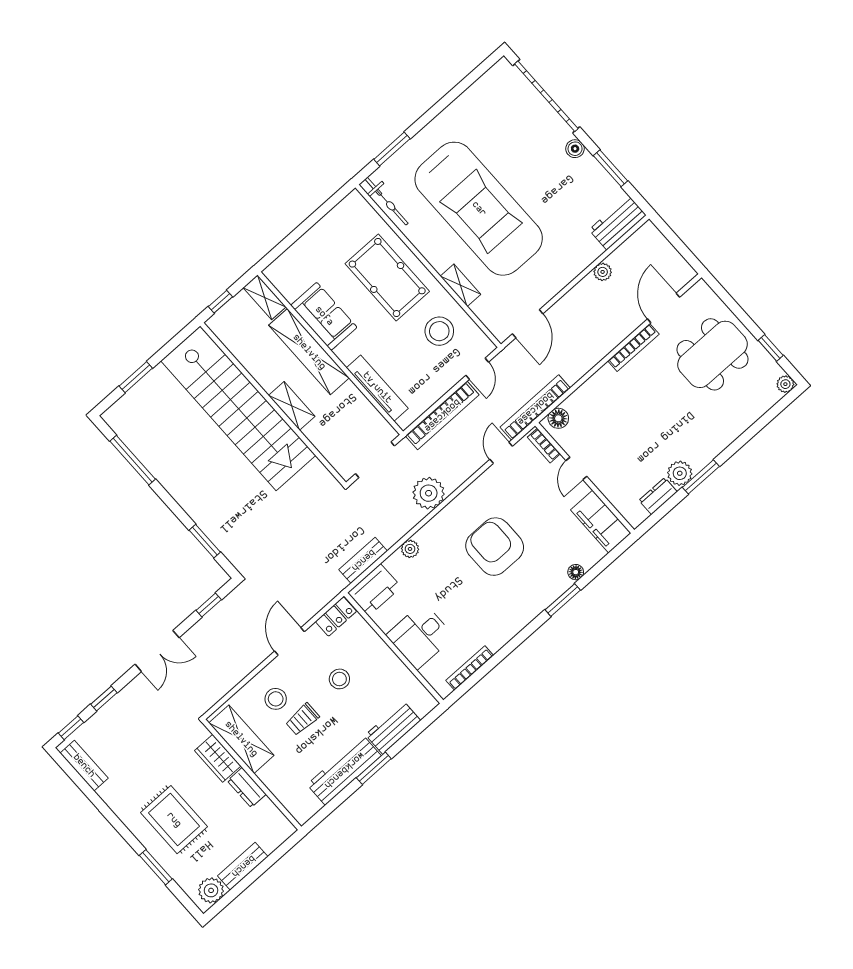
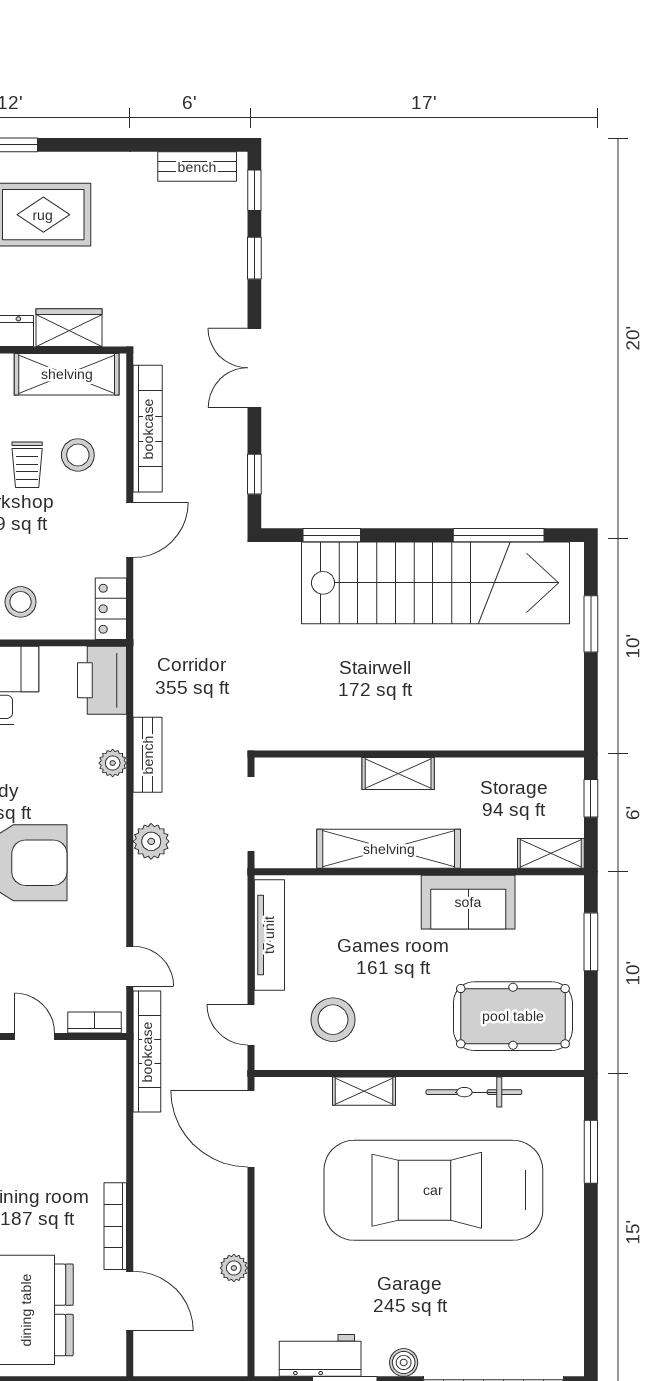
bicycle: (387, 201) -> (474, 1092), moved
workbench: (617, 222) -> (320, 1355), moved, turned -90
window: (290, 240) -> (591, 942), added
pool table: (387, 277) -> (513, 1016), moved
door: (528, 324) -> (251, 1129), width x1.36
shelving: (309, 352) -> (389, 849), moved
tv unit: (377, 388) -> (269, 935), moved, turned -90
stairs: (238, 408) -> (435, 583), moved, turned 180
bookcase: (442, 415) -> (148, 429), moved, turned 180
floor lamp: (558, 418) -> (111, 1067), removed
plant: (429, 493) -> (151, 841), width x0.73, depth x0.73
bench: (363, 560) -> (148, 755), moved
door: (290, 641) -> (130, 530), hinge flipped
stool: (339, 679) -> (21, 602), moved
trolley: (302, 719) -> (27, 465), turned 180

